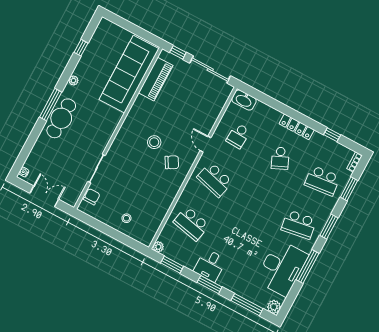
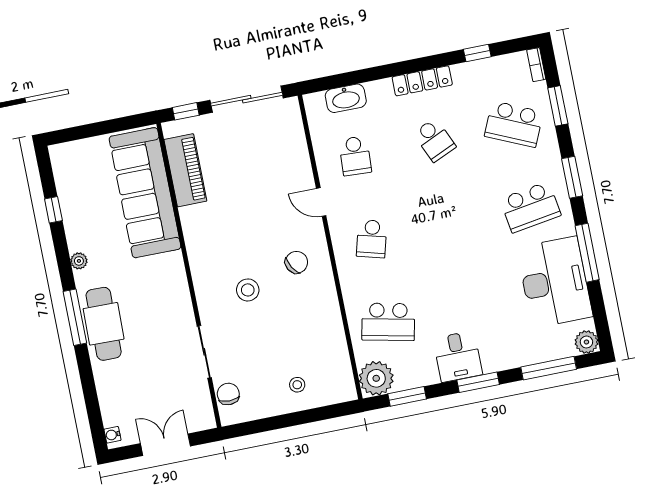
washbasin: (244, 100) -> (346, 98), moved
stool: (154, 142) -> (248, 290), moved
school desk: (215, 180) -> (372, 239), width x0.54
school desk: (322, 181) -> (514, 124), turned 30
plant: (158, 247) -> (376, 378), width x1.87, depth x1.87

